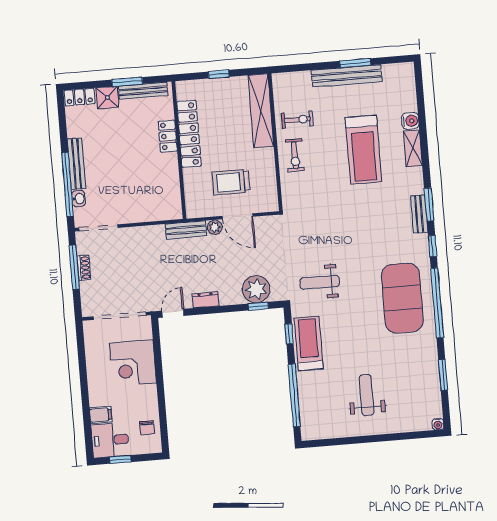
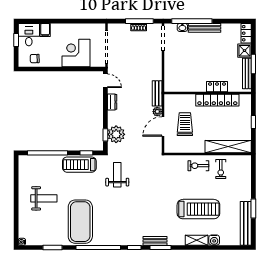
bench: (347, 76) -> (246, 223), moved
treadmill: (363, 150) -> (198, 209), turned 180
exercise mat: (402, 298) -> (80, 222), moved, turned 90
treadmill: (309, 343) -> (79, 165), turned 180

